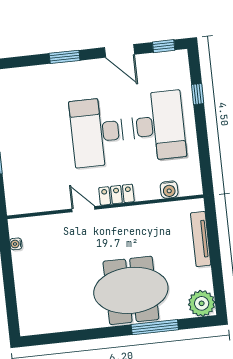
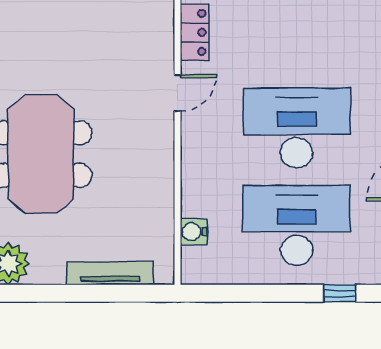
desk: (158, 126) -> (297, 226), turned 180
locker: (116, 195) -> (195, 32), moved

